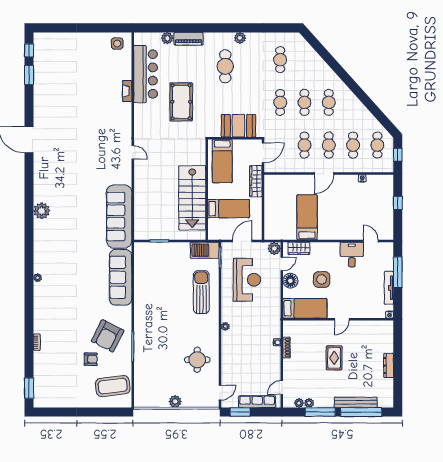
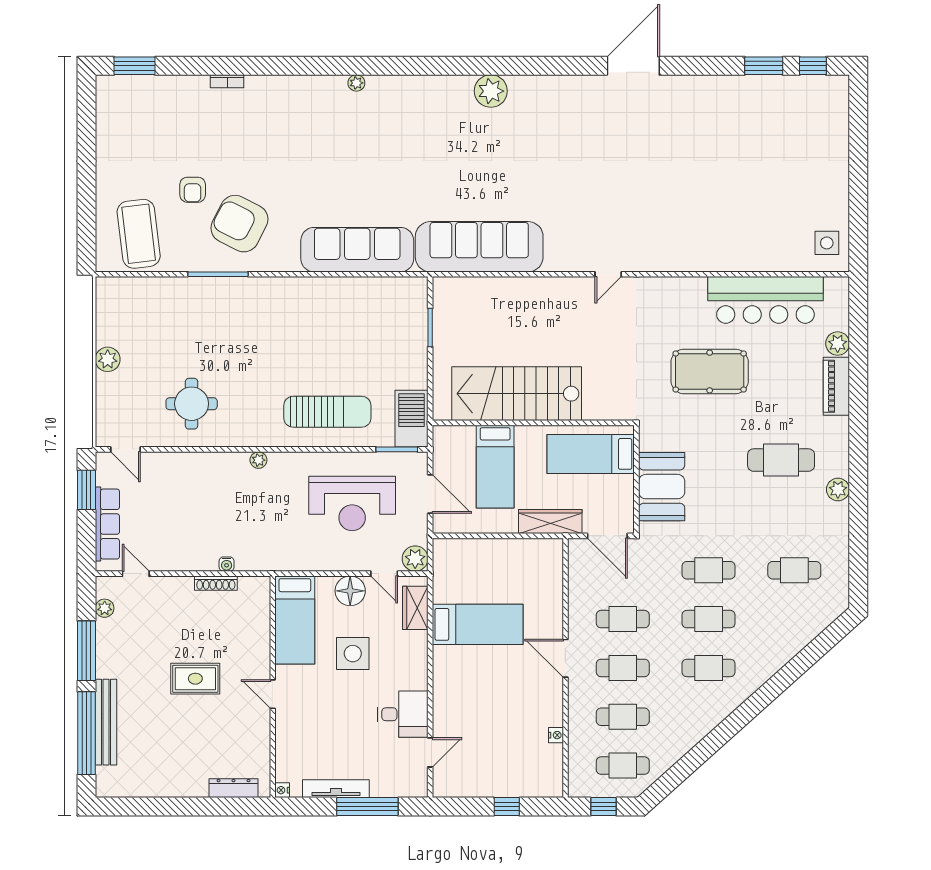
fireplace: (127, 91) -> (731, 263), removed
dresser: (389, 365) -> (234, 788), moved
plant: (309, 403) -> (105, 628), removed

